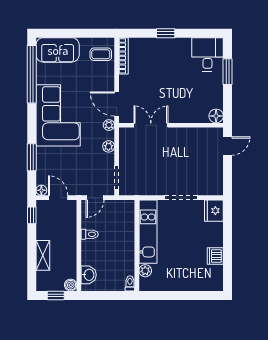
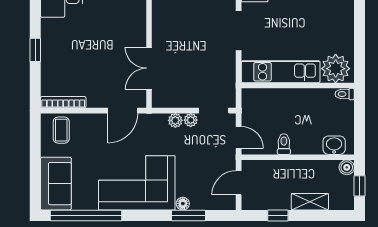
plant: (109, 125) -> (191, 120), moved
floor lamp: (41, 190) -> (183, 204), moved
window: (32, 215) -> (278, 215), moved
plant: (145, 271) -> (336, 69), width x1.88, depth x1.88

